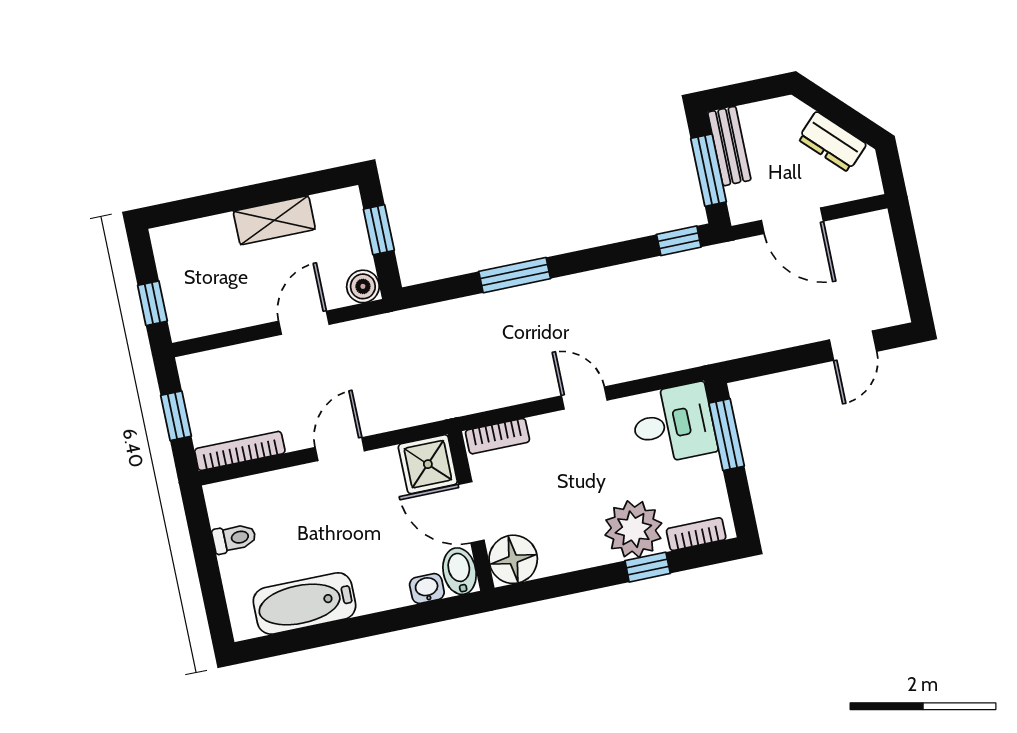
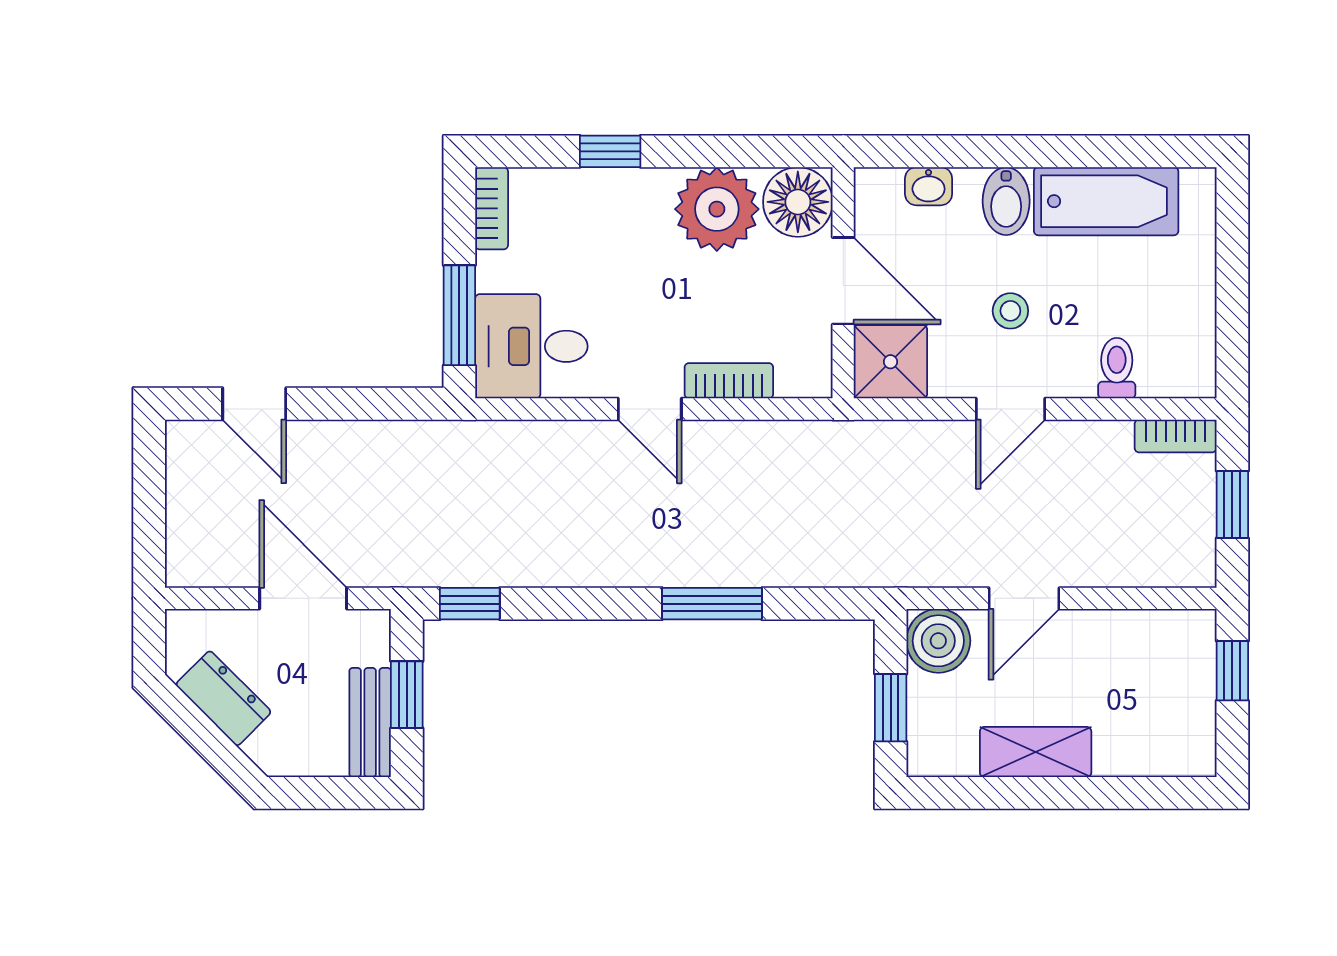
window: (708, 170) -> (407, 695), width x0.67
boiler: (363, 286) -> (938, 641), width x1.36, depth x1.36
door: (853, 346) -> (254, 404), swing flipped
bookcase: (497, 436) -> (729, 381), moved
bookcase: (240, 451) -> (1176, 436), width x0.64
stool: (354, 516) -> (1010, 311), added
plant: (633, 529) -> (717, 209), moved
bookcase: (696, 534) -> (492, 208), moved, turned -90
toilet: (234, 538) -> (1117, 368), moved, turned 90
bidet: (460, 571) -> (1006, 201), moved

